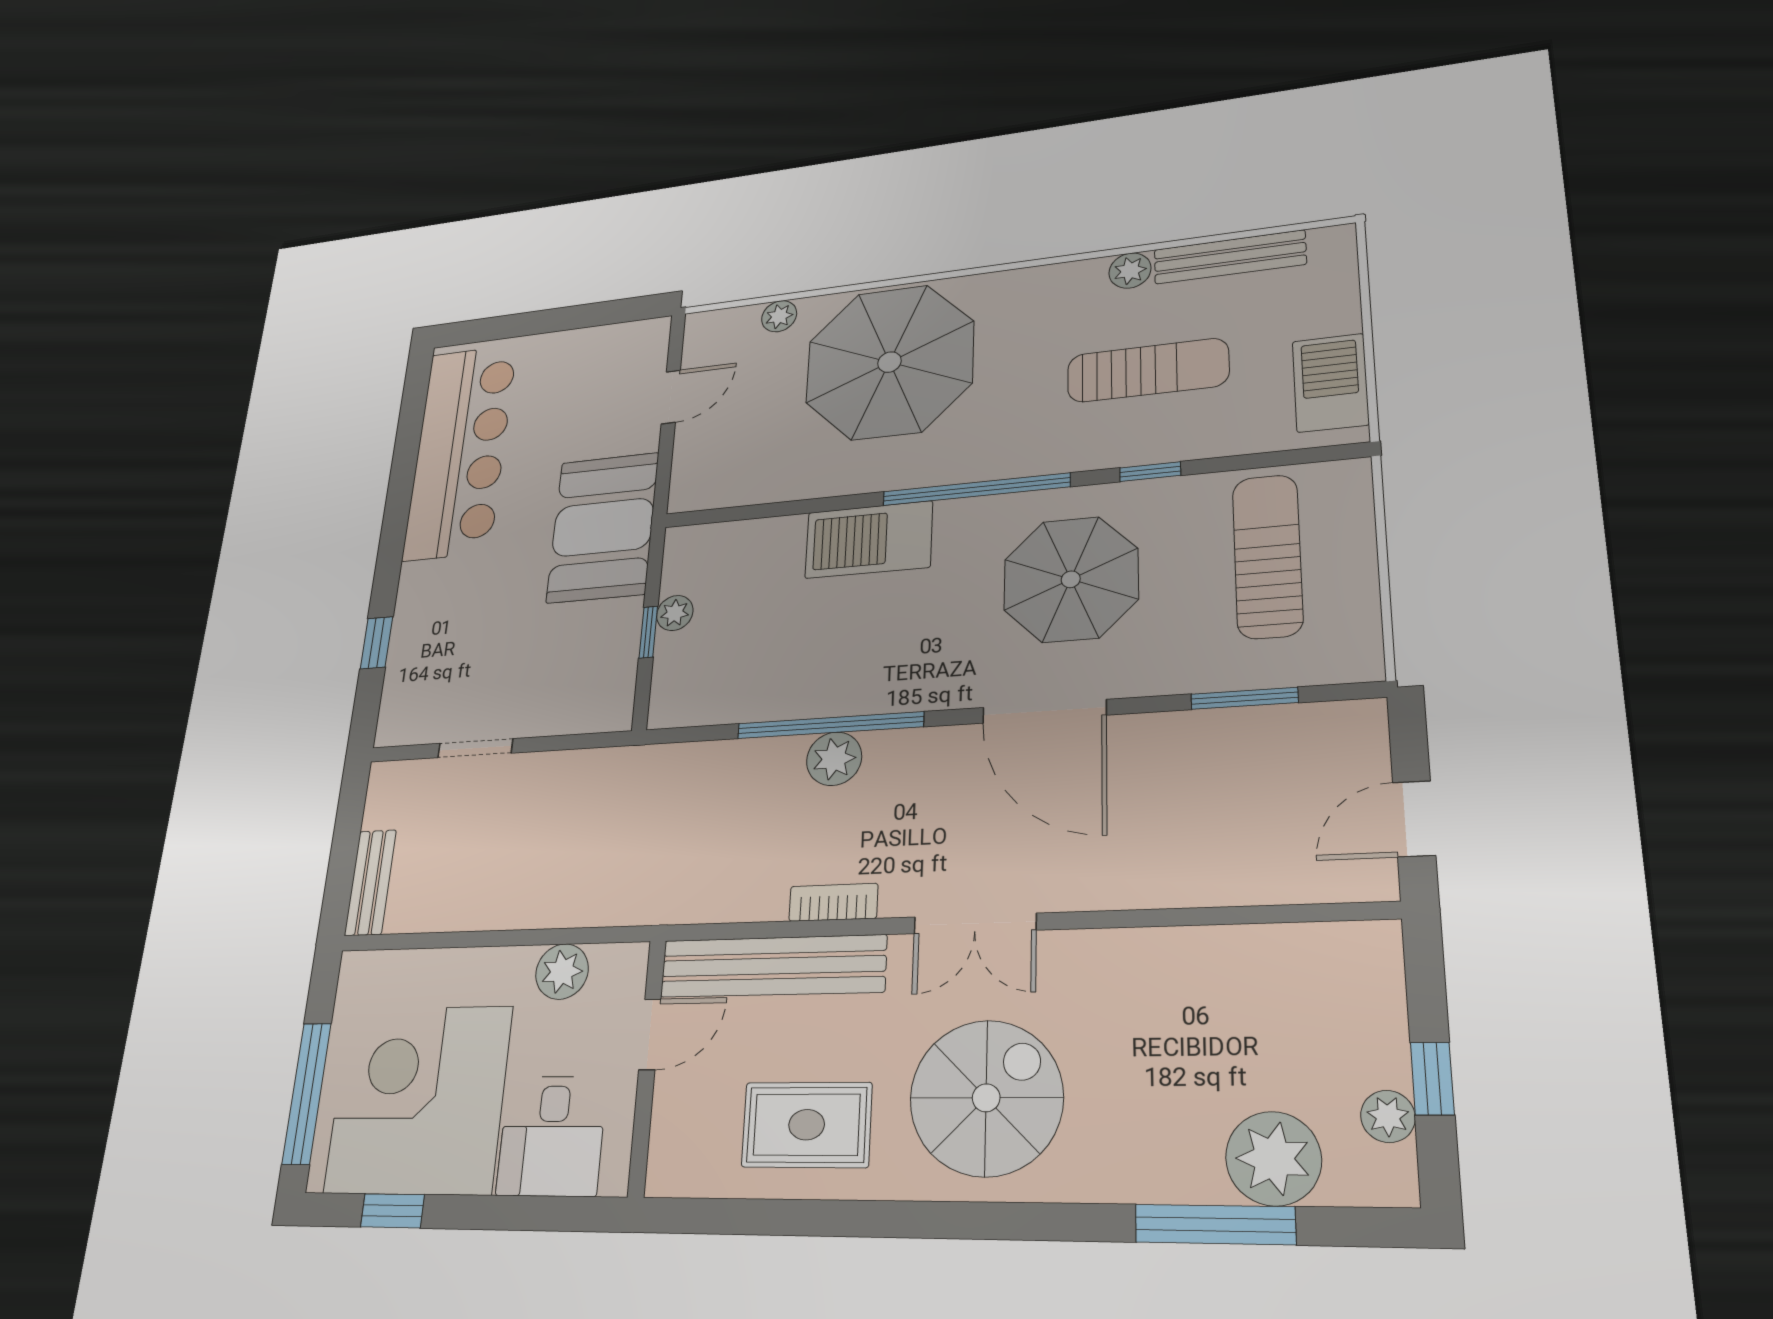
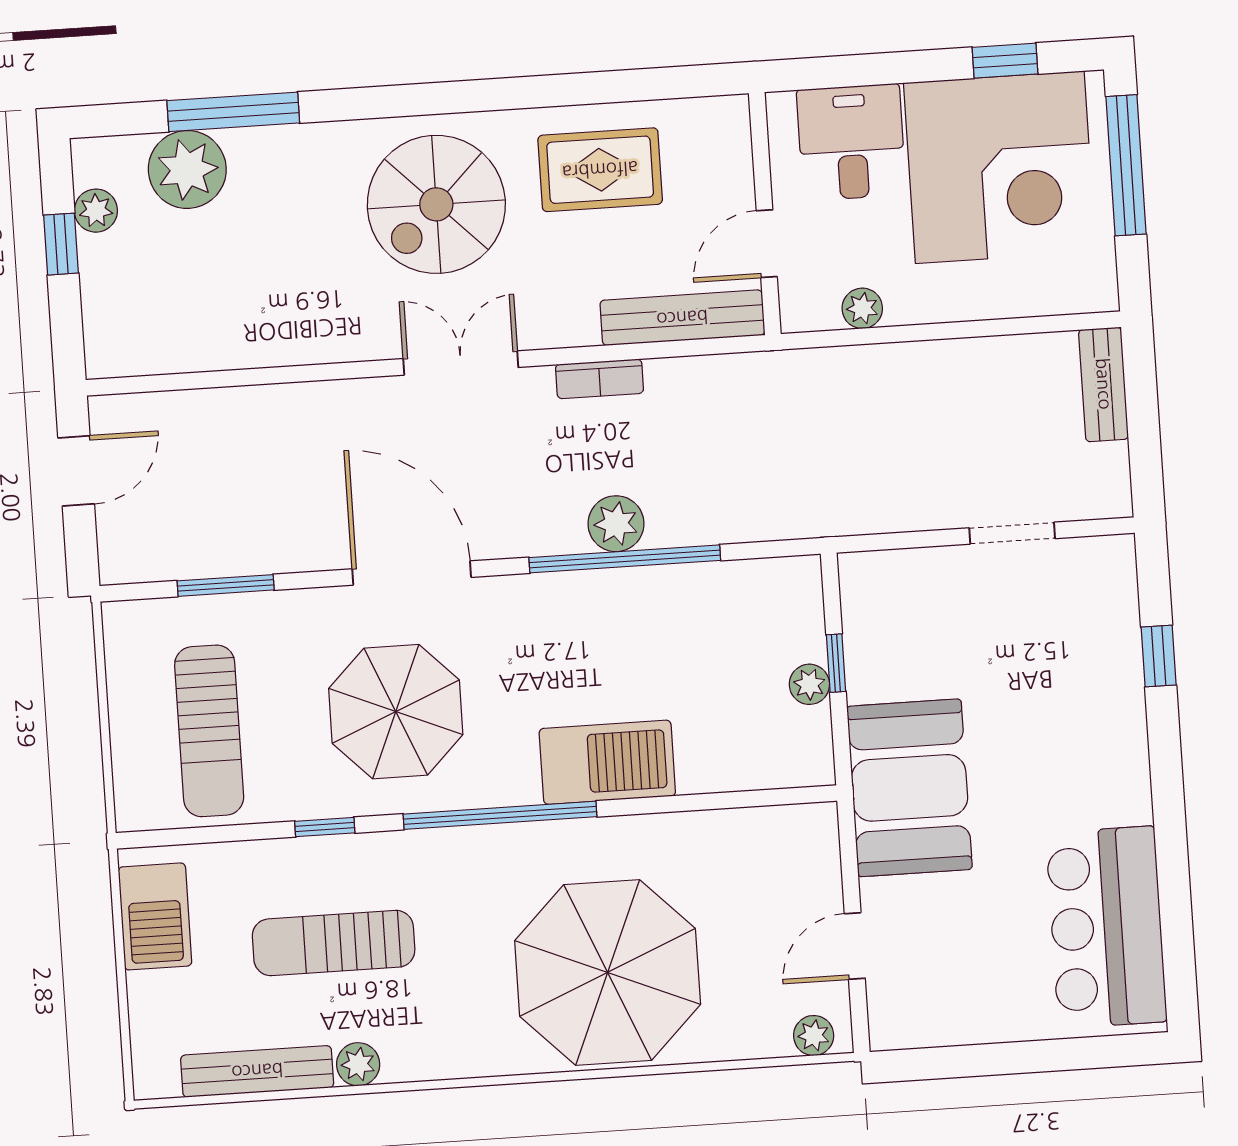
plant: (779, 316) -> (814, 1036), moved
bar counter: (460, 451) -> (1106, 927), width x0.73
bench: (772, 966) -> (682, 318), width x0.73, depth x0.82
plant: (562, 972) -> (862, 308), width x0.73, depth x0.73

